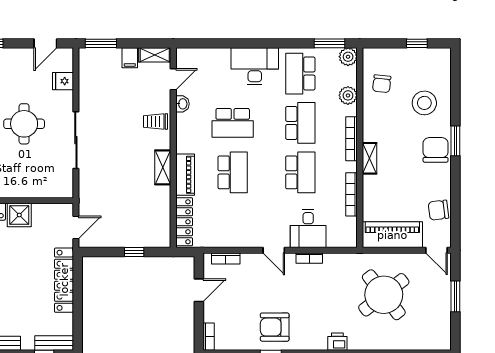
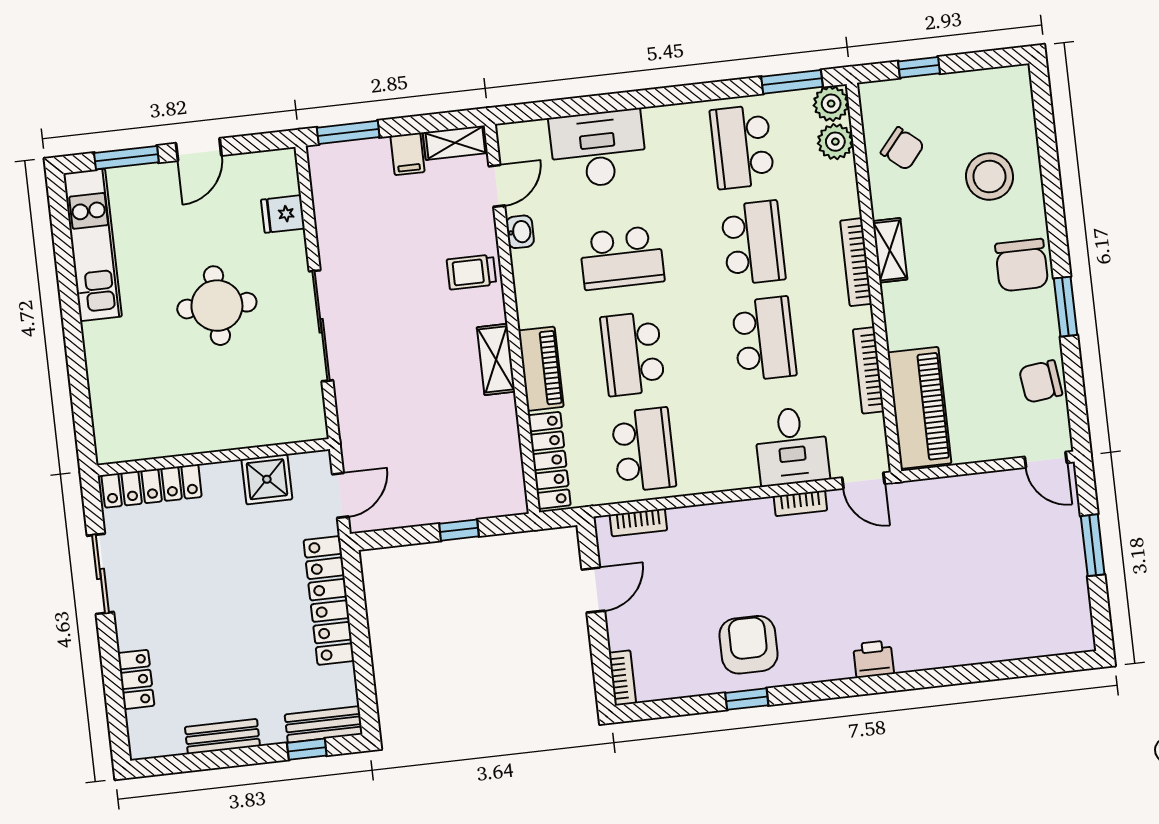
door: (45, 43) -> (199, 149), moved
window: (417, 43) -> (919, 67), moved
desk: (255, 66) -> (598, 149), moved
chair: (382, 84) -> (902, 149), turned -56
plant: (348, 95) -> (835, 142), moved
window: (455, 141) -> (1065, 307), moved
chair: (436, 150) -> (1022, 265), turned 180
shelving: (369, 158) -> (890, 250), moved
school desk: (233, 172) -> (633, 354), turned 180
shower: (19, 215) -> (267, 479), moved
school desk: (233, 222) -> (644, 450), added
piano: (392, 235) -> (919, 408), moved, turned 90
door: (274, 250) -> (863, 481), moved
round table: (384, 295) -> (953, 558), removed
armchair: (275, 327) -> (748, 645), turned 90

